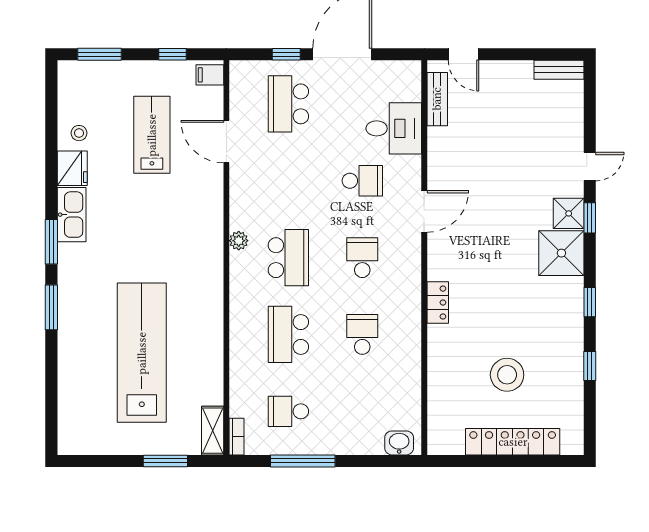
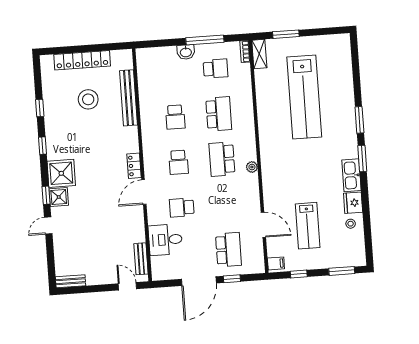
locker: (438, 303) -> (134, 166), moved
bench: (439, 372) -> (129, 98), added
washbasin: (399, 443) -> (186, 52), moved

